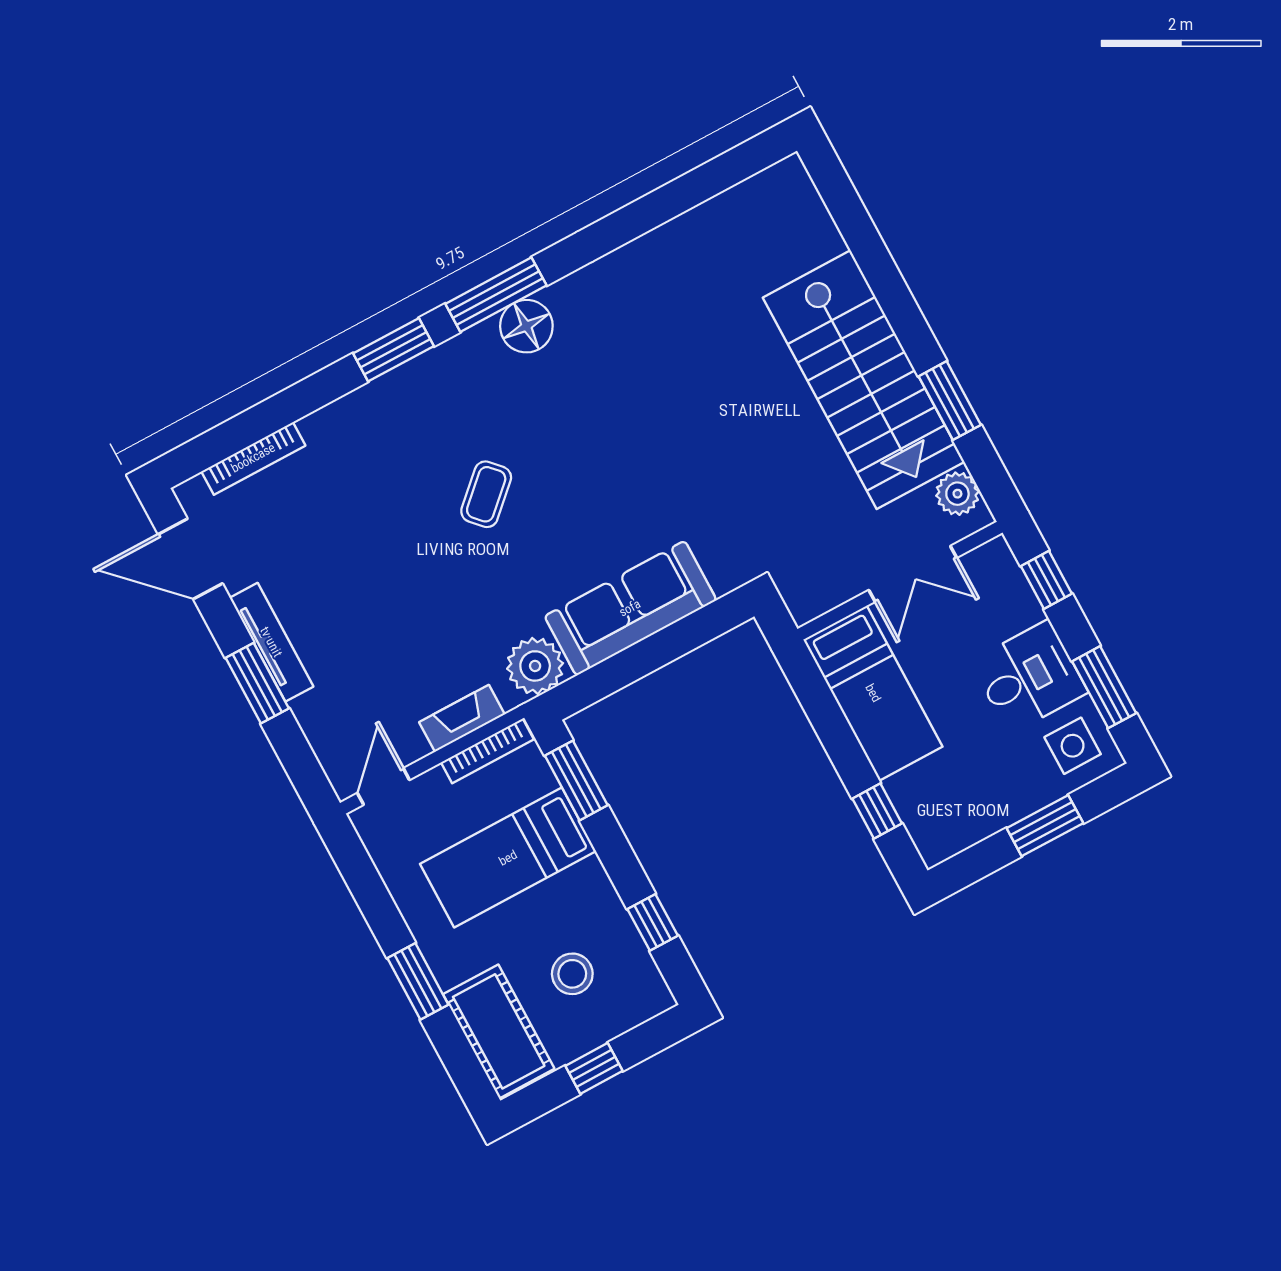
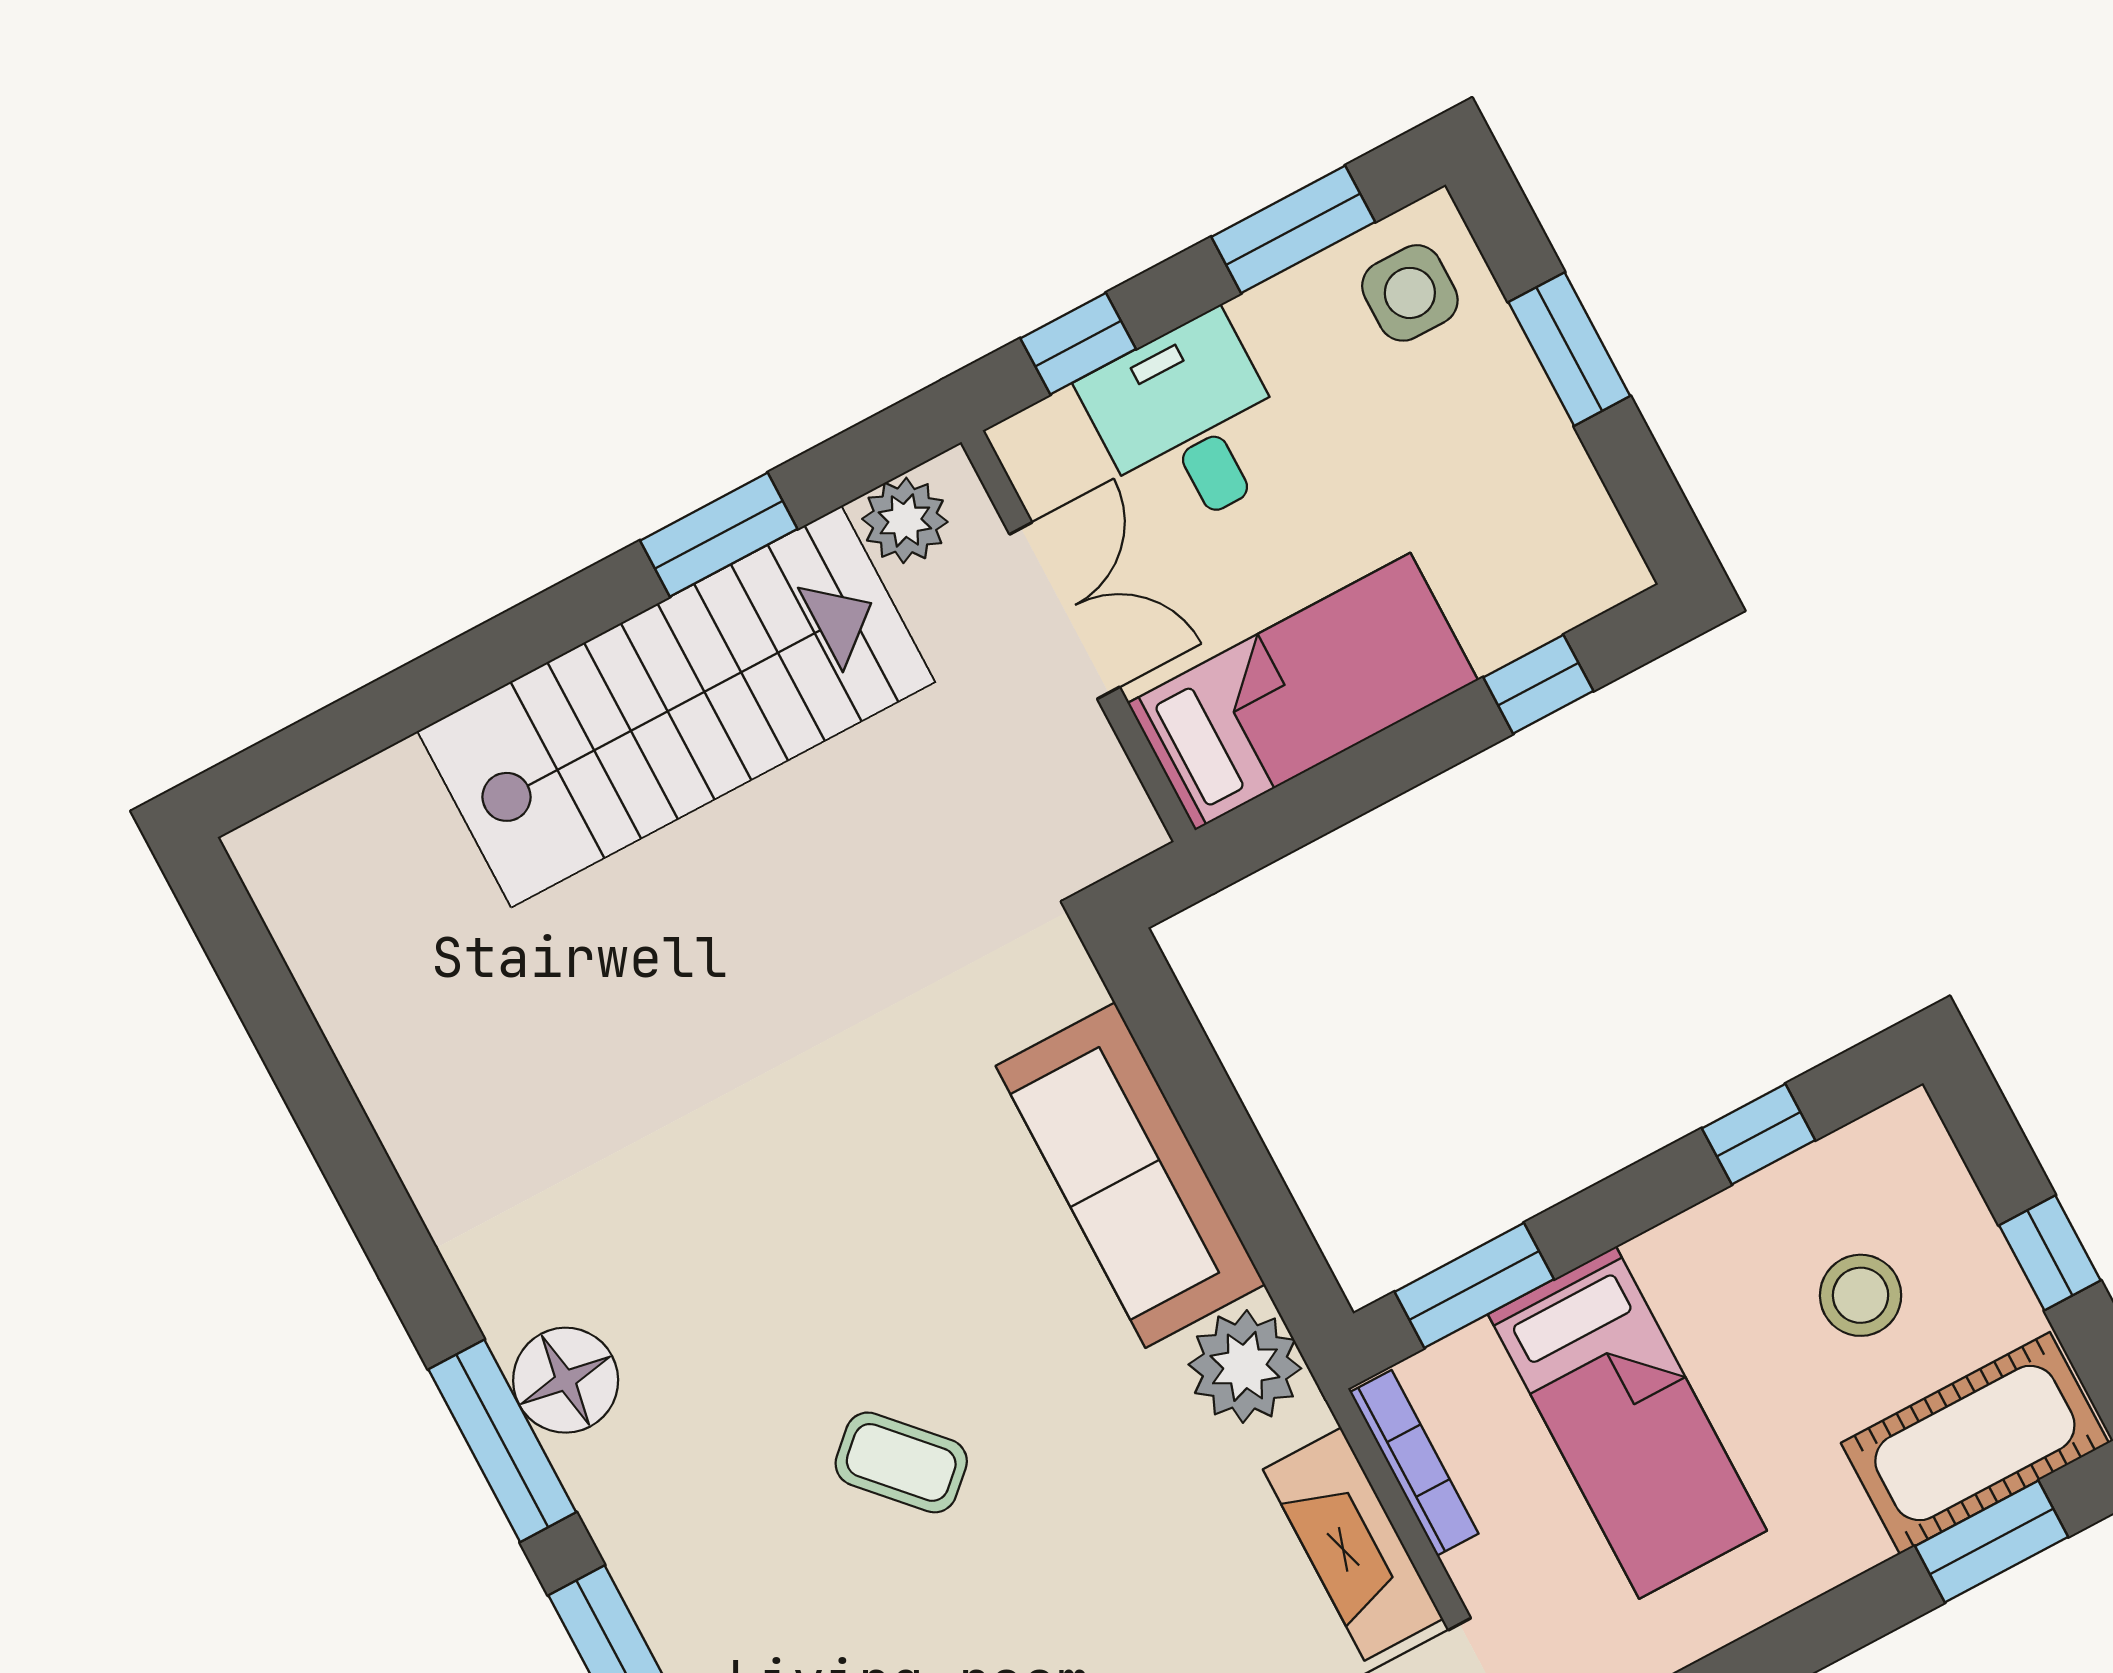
desk: (1029, 677) -> (1189, 424), moved
fireplace: (462, 718) -> (1353, 1544), width x1.37, depth x1.32
window: (418, 981) -> (1992, 1541), moved

